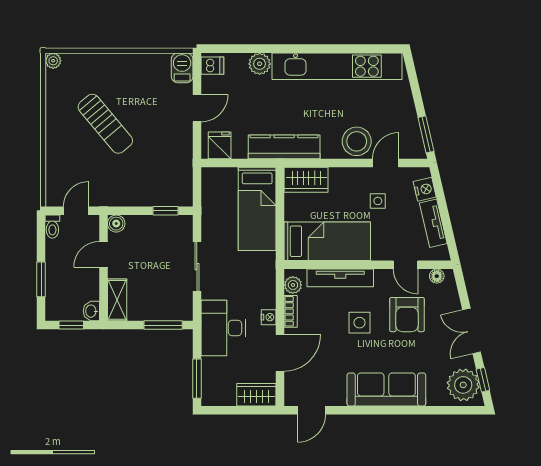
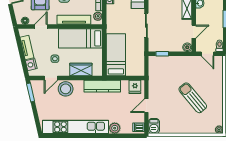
wardrobe: (306, 180) -> (81, 69), moved
door: (76, 211) -> (208, 54), hinge flipped
door: (406, 265) -> (41, 26), hinge flipped

